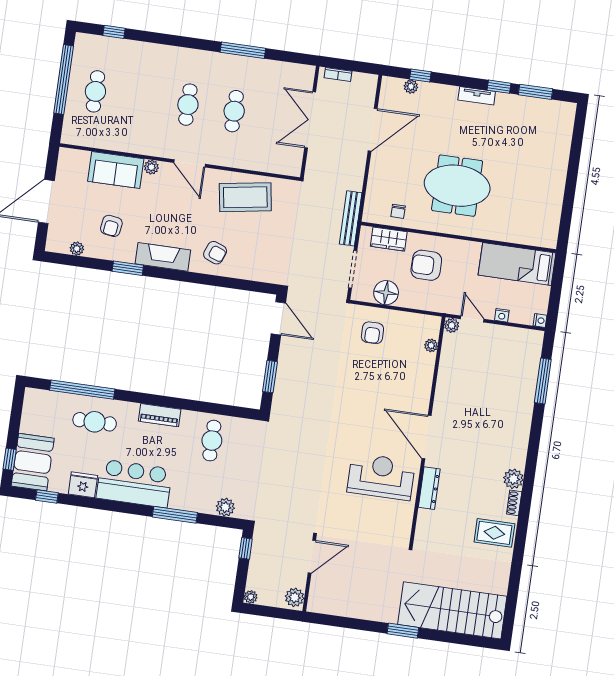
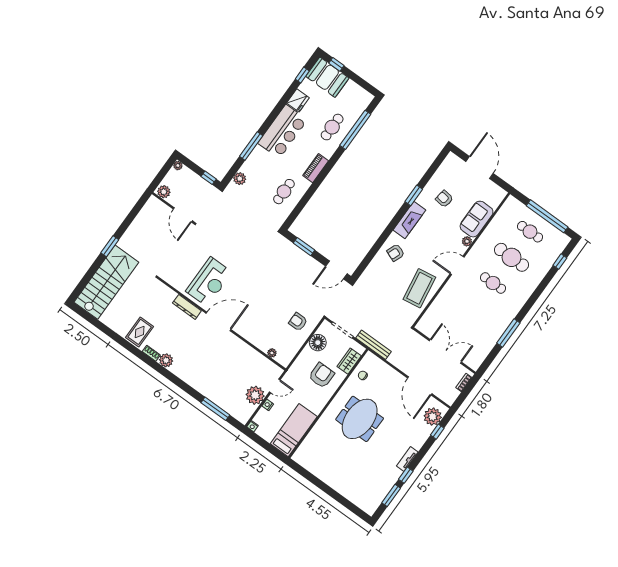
plant: (411, 87) -> (433, 417), width x1.87, depth x1.87
cafe table: (234, 111) -> (512, 257), moved, width x1.37, depth x1.35
plant: (77, 249) -> (442, 171), removed
plant: (452, 325) -> (255, 395), moved, width x1.87, depth x1.87
cafe table: (212, 441) -> (284, 192), turned 90

